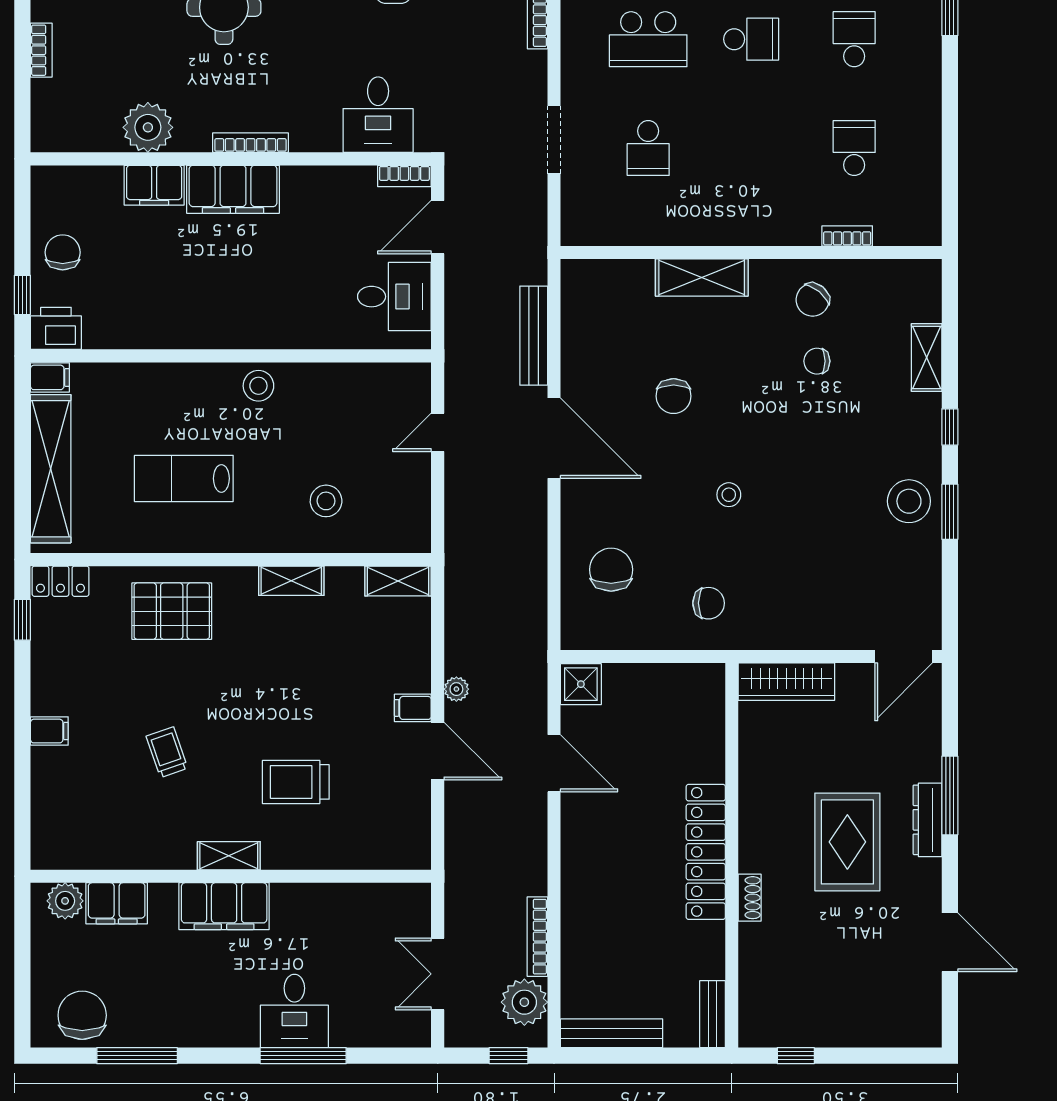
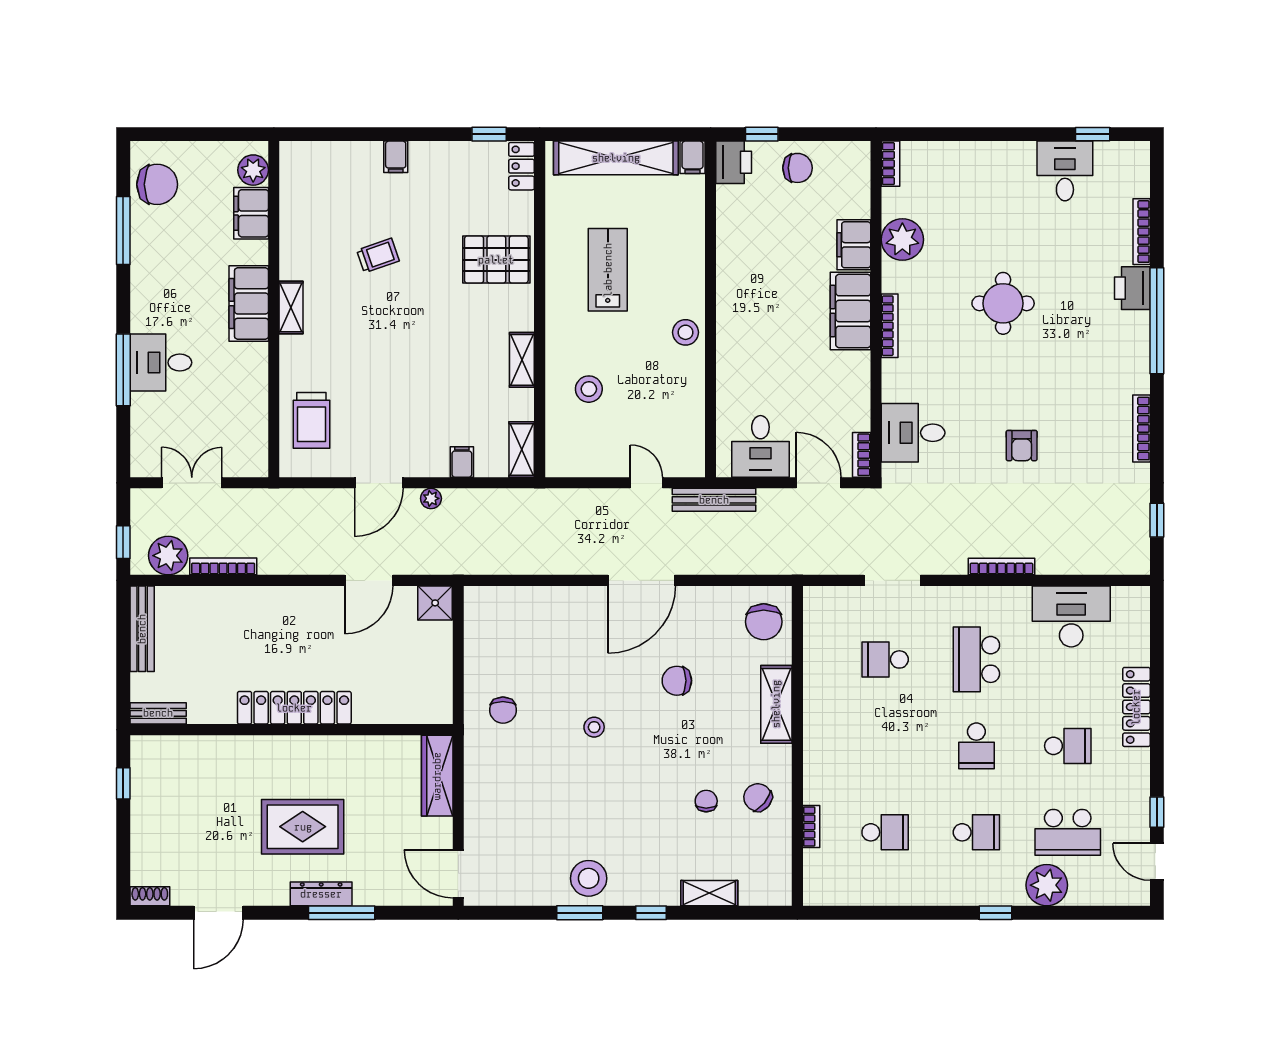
bookcase: (41, 50) -> (891, 164), moved, turned -90
bench: (534, 336) -> (714, 500), moved
chair: (611, 570) -> (764, 622), moved, turned 90
pallet: (172, 611) -> (496, 260), turned 90
filing cabinet: (413, 708) -> (462, 462), moved
trolley: (296, 782) -> (311, 420), moved, turned 180
shoe rack: (750, 898) -> (150, 896), moved, turned 180

